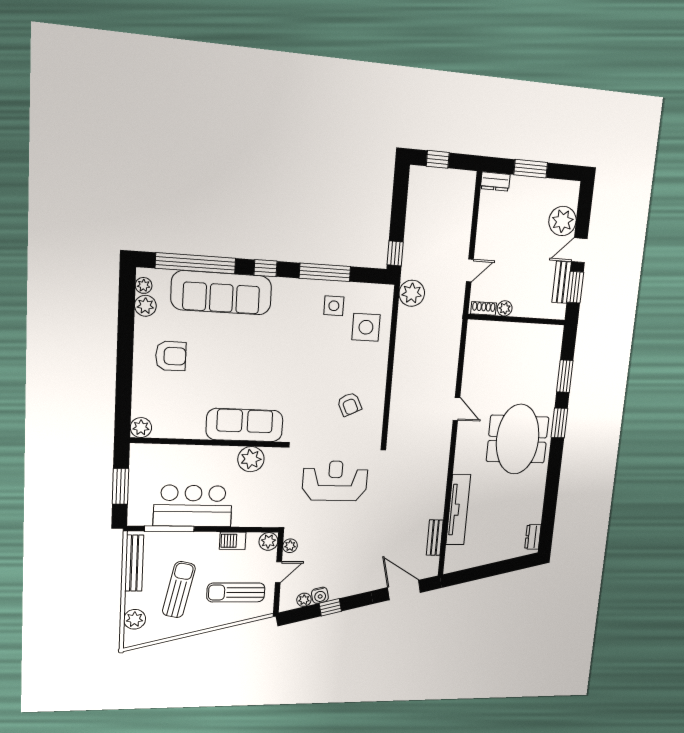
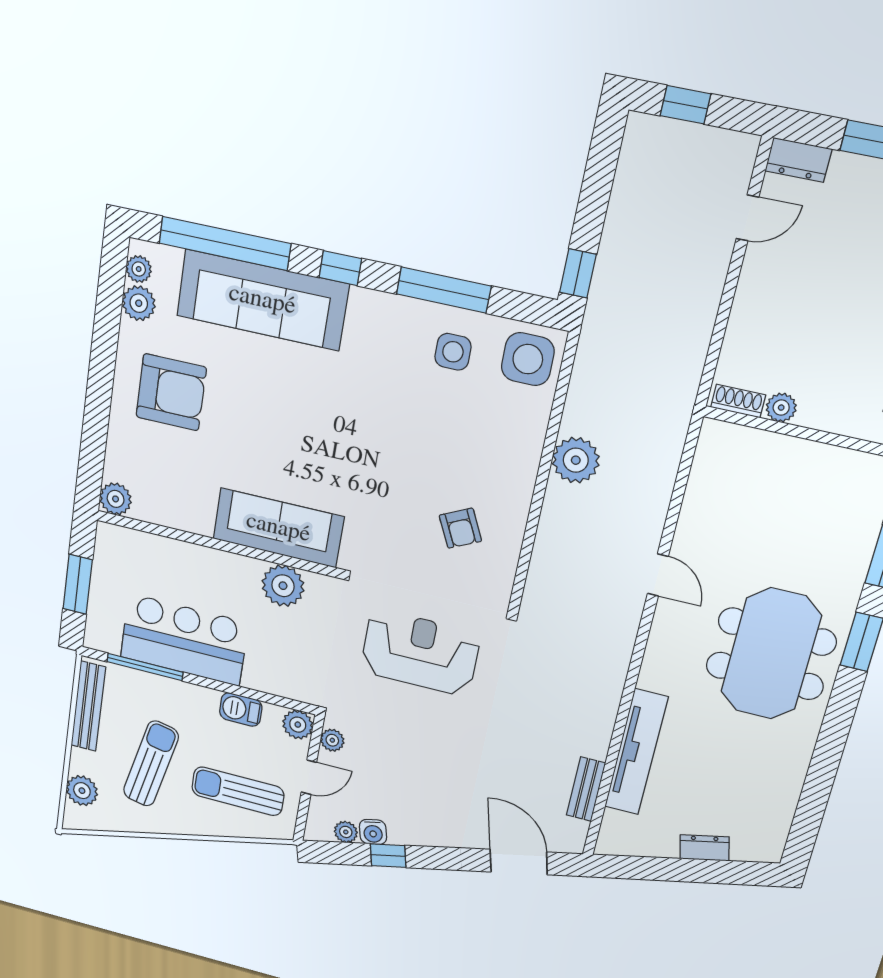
door: (470, 270) -> (747, 218), moved
plant: (412, 293) -> (576, 460), moved
side table: (366, 327) -> (528, 359), moved
armchair: (171, 356) -> (171, 392), width x1.36, depth x1.36
dresser: (533, 537) -> (705, 848), moved, turned 77

